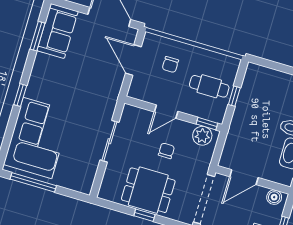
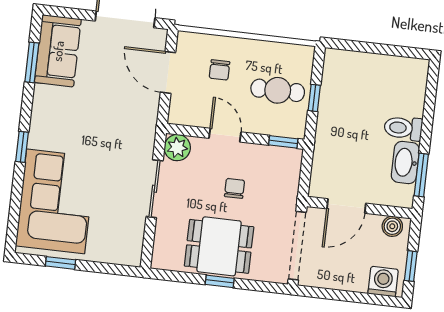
door: (166, 112) -> (225, 135), swing flipped
plant: (202, 136) -> (177, 148), moved
window: (33, 182) -> (60, 263), width x0.46

